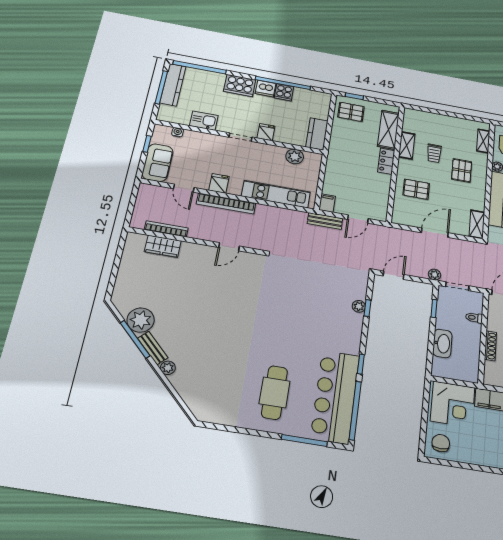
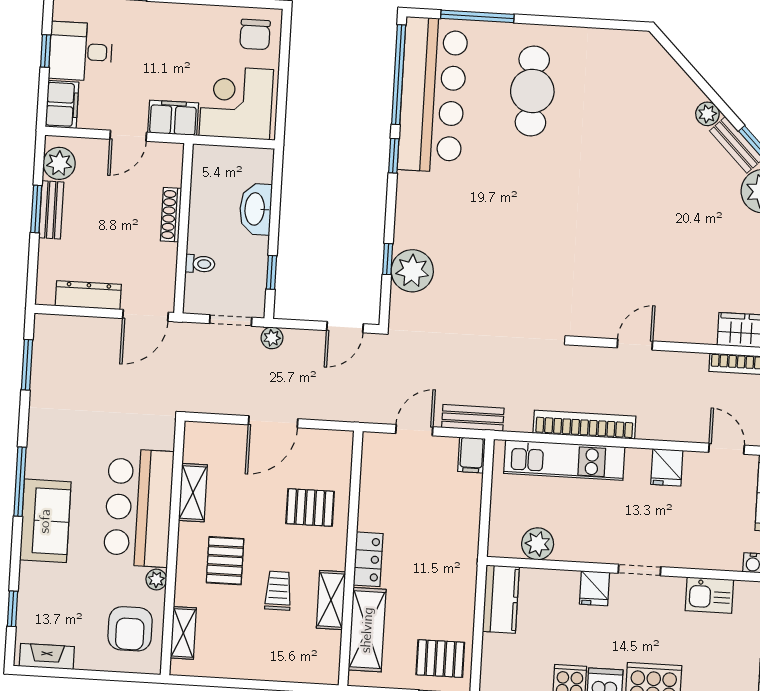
bookcase: (226, 204) -> (584, 425), moved
shelving: (477, 224) -> (193, 493), moved
plant: (359, 306) -> (412, 271), width x1.87, depth x1.87

